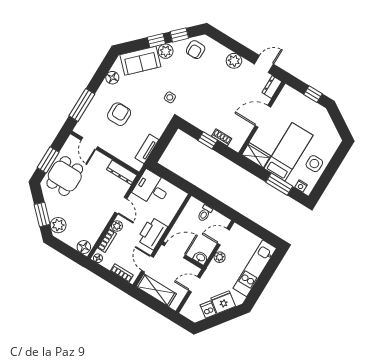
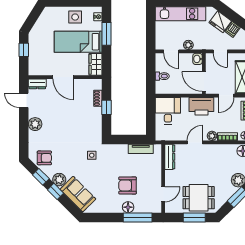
floor lamp: (112, 78) -> (128, 207), moved
desk: (152, 188) -> (168, 111), moved, turned 180

